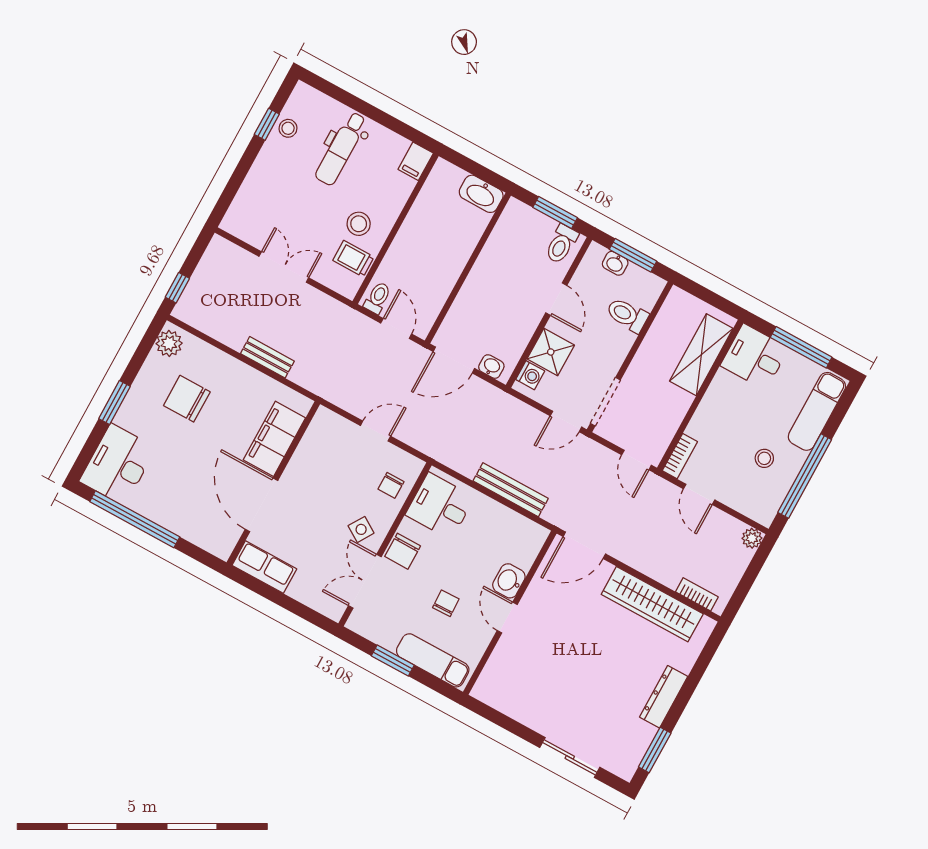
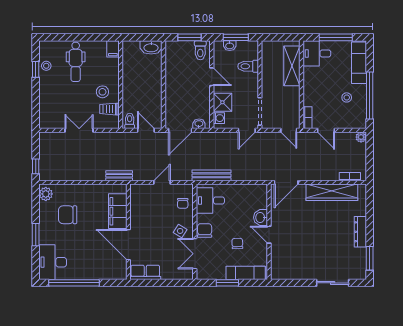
bench: (267, 357) -> (119, 176), moved
bench: (511, 490) -> (211, 175), moved
chair: (403, 551) -> (205, 231), turned 180

